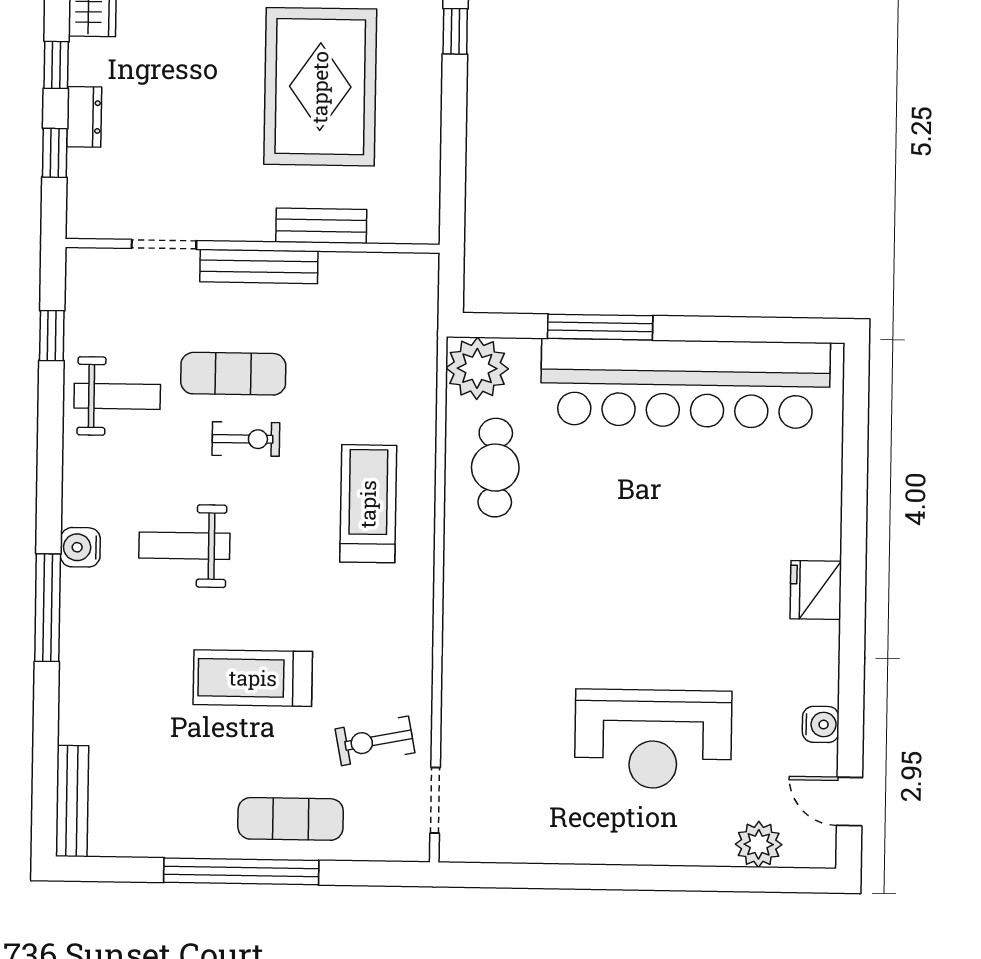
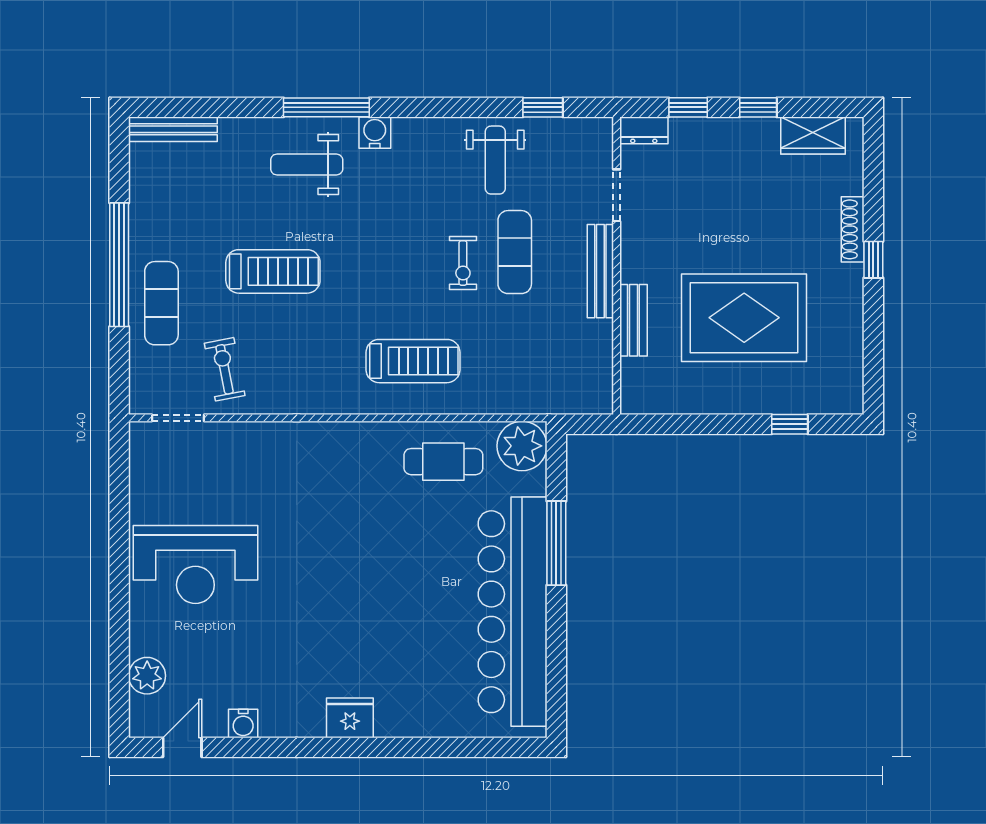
dresser: (84, 117) -> (644, 130), moved
weight bench: (184, 546) -> (307, 164), moved, turned -90
treadmill: (253, 678) -> (273, 271), turned 90
reception desk: (653, 739) -> (195, 565), moved, turned -90

